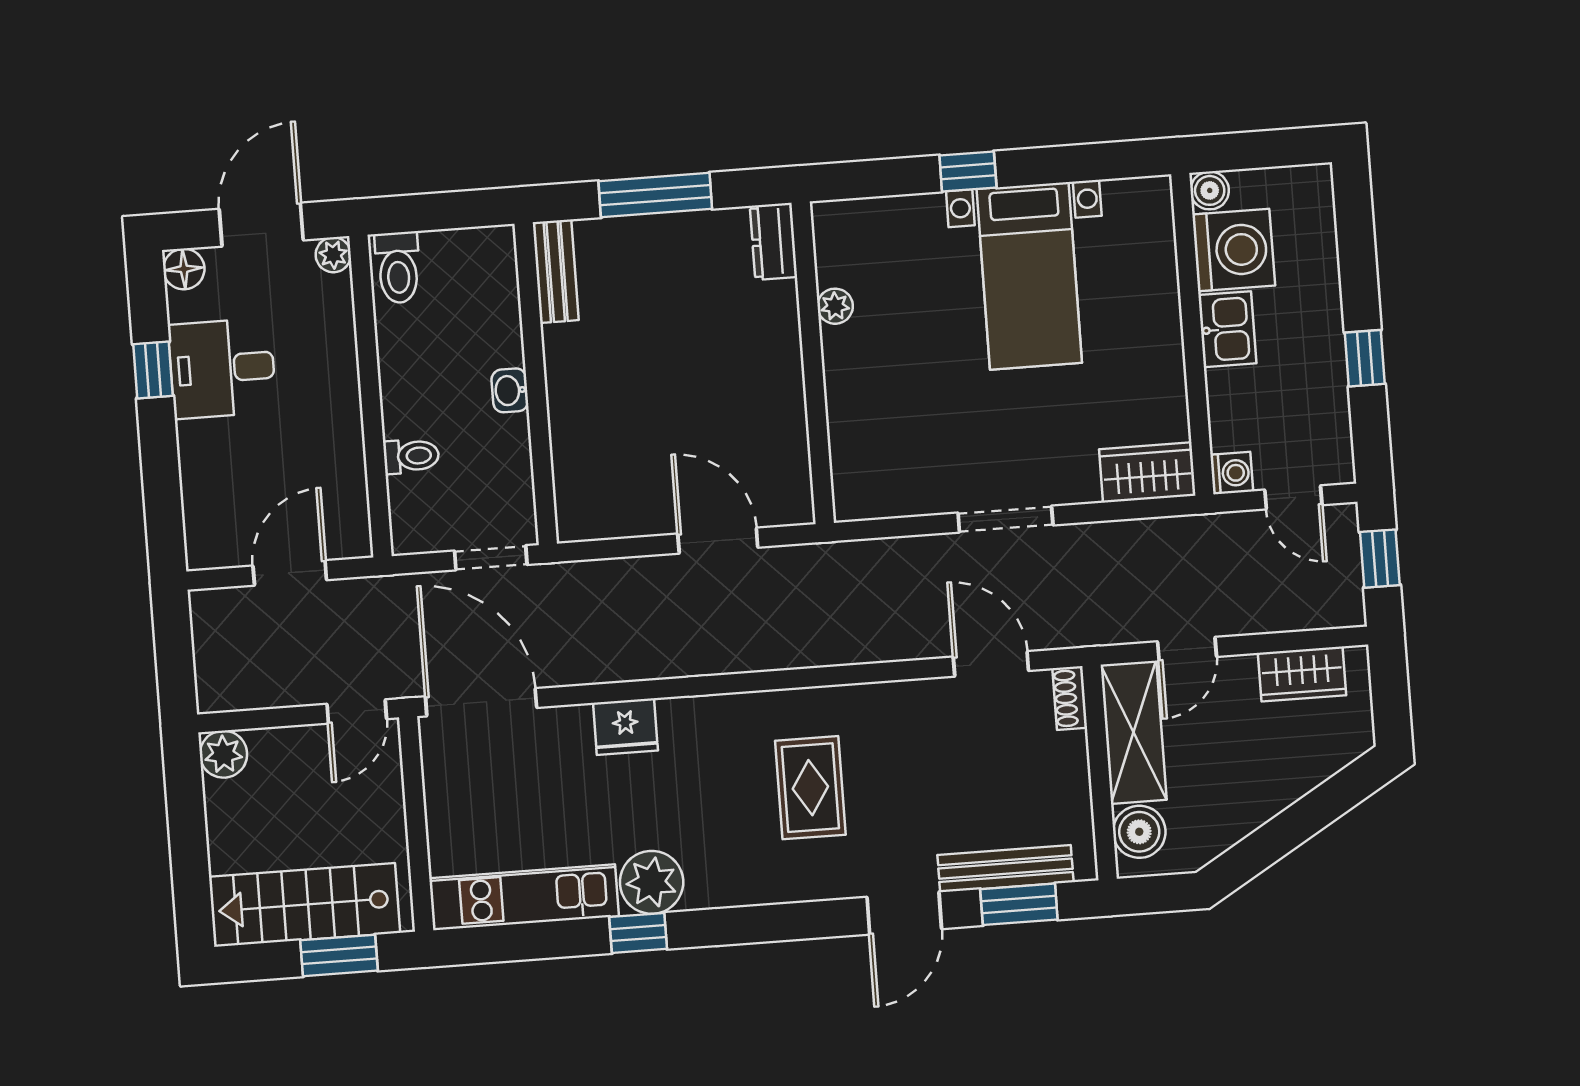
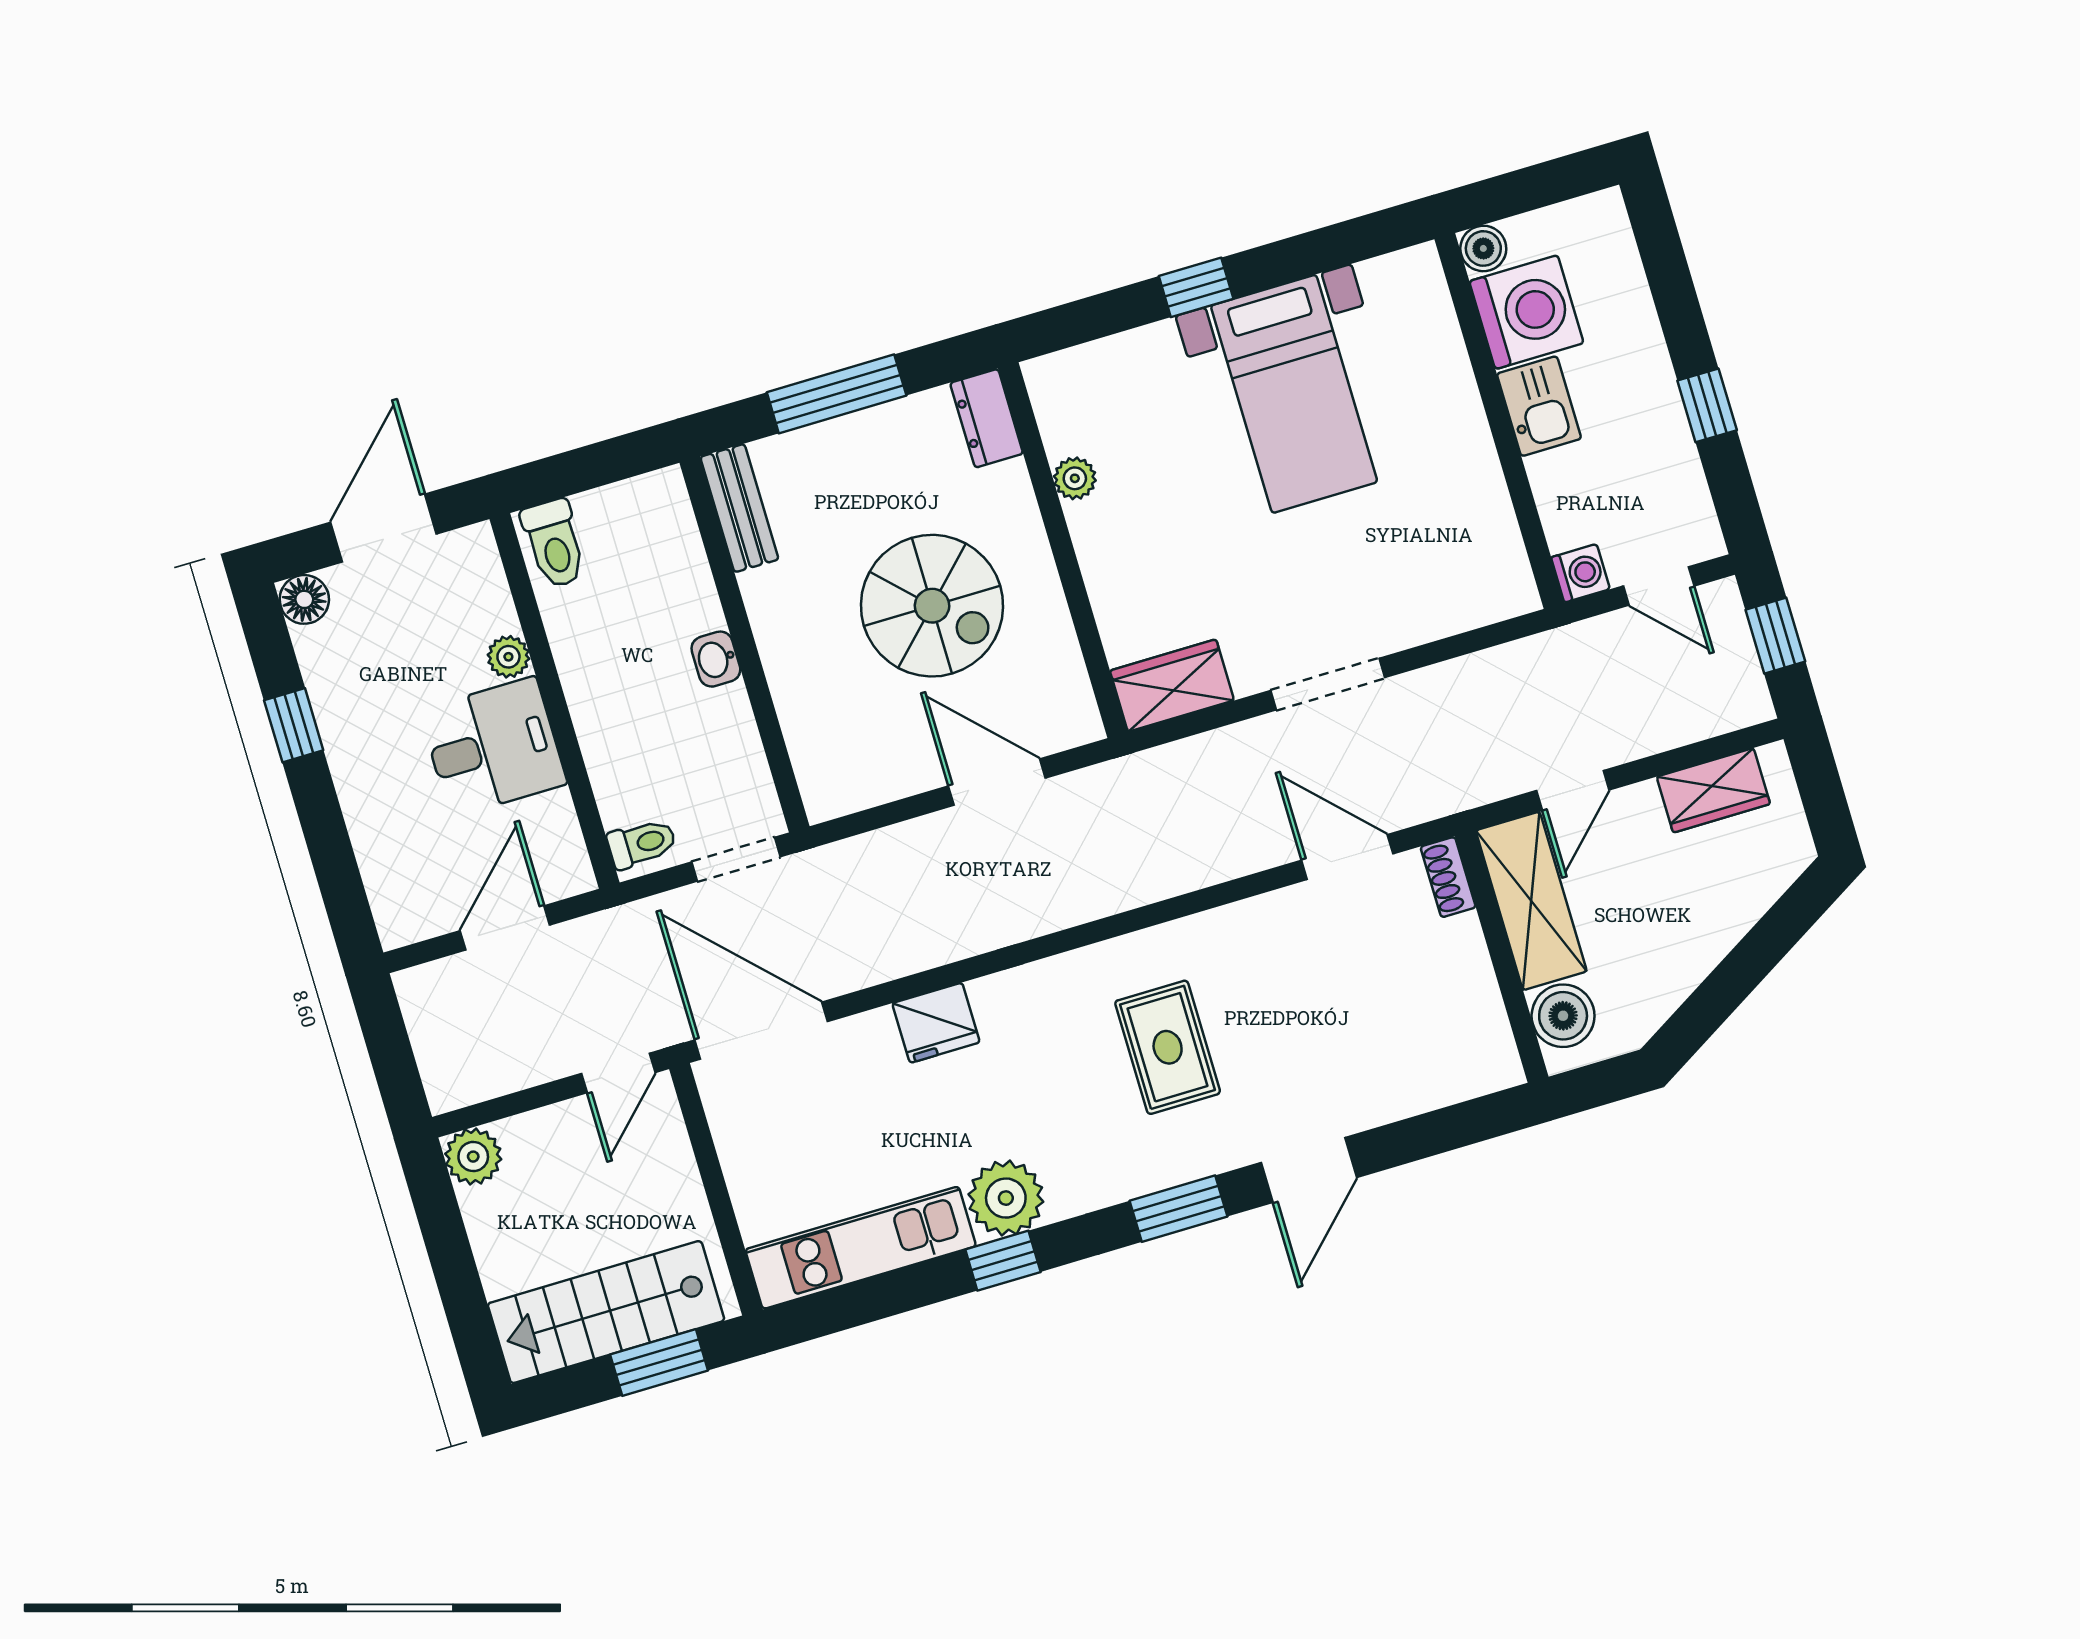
plant: (333, 255) -> (508, 657), moved
desk: (222, 368) -> (493, 747), moved, turned 180
spiral stairs: (696, 385) -> (932, 606), added
toilet: (411, 456) -> (642, 843), moved
wardrobe: (1147, 472) -> (1172, 686), moved
bench: (1005, 869) -> (1416, 1093), removed
window: (1019, 904) -> (1178, 1209), moved

